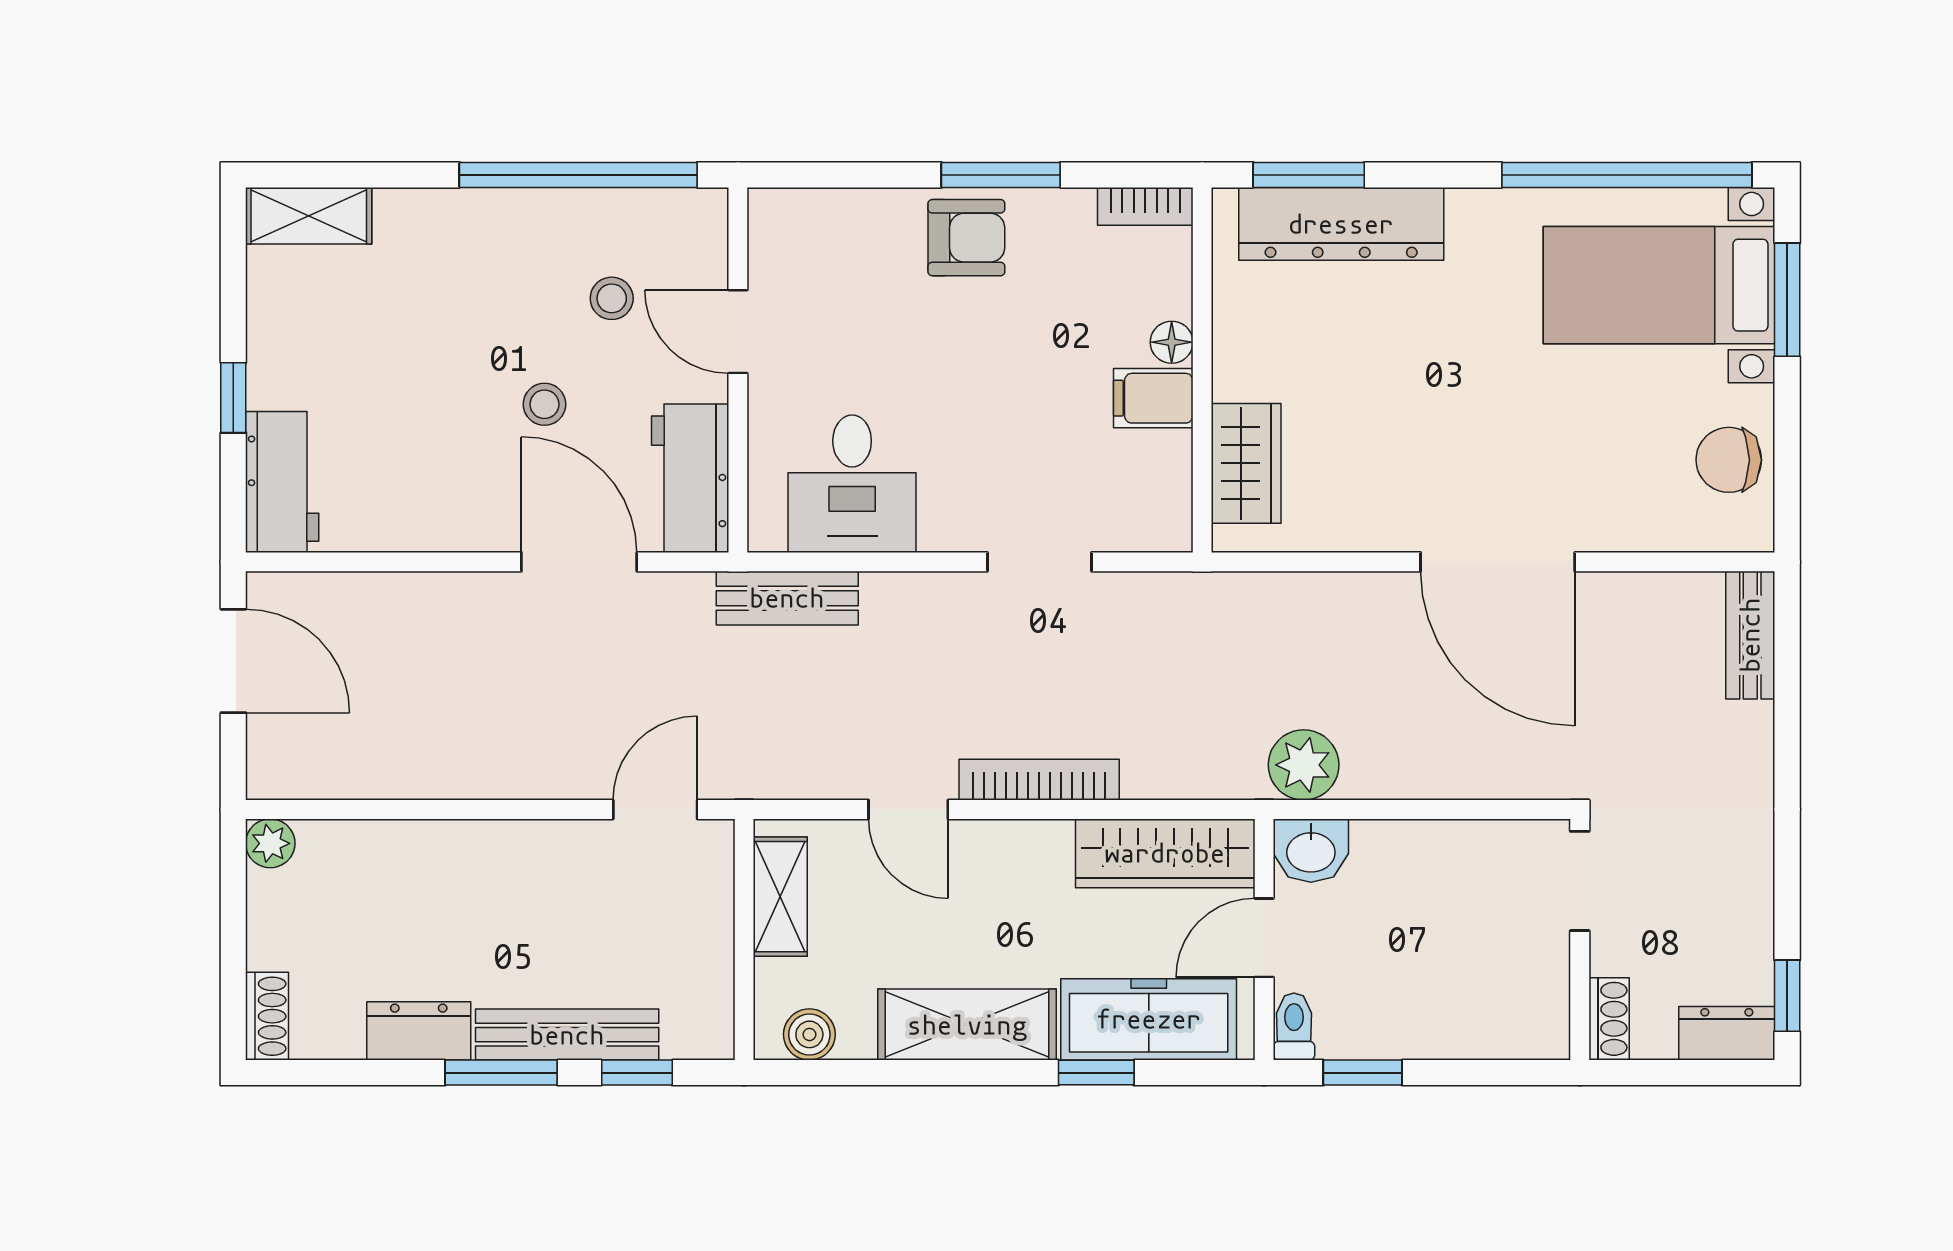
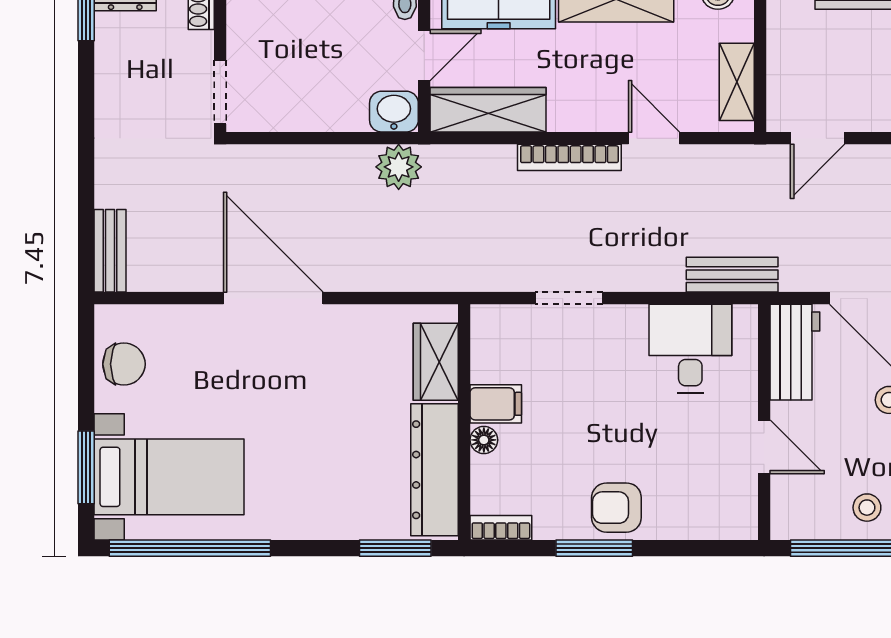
dresser: (1341, 224) -> (435, 470), moved, turned -90
stool: (612, 298) -> (867, 508), moved

